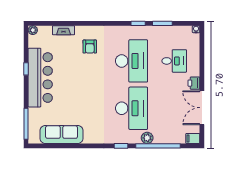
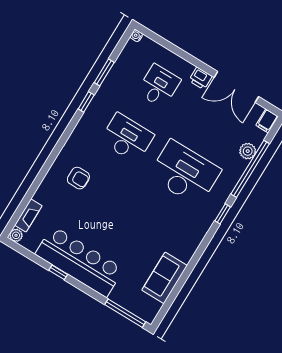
fireplace: (64, 30) -> (28, 216), moved
desk: (132, 61) -> (127, 138), width x0.73, depth x0.77
sofa: (62, 134) -> (165, 278), width x0.73
plant: (147, 138) -> (248, 151), moved

